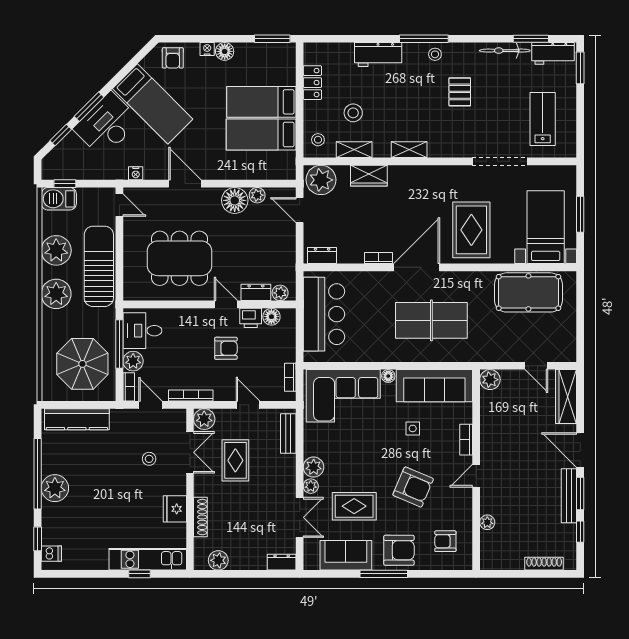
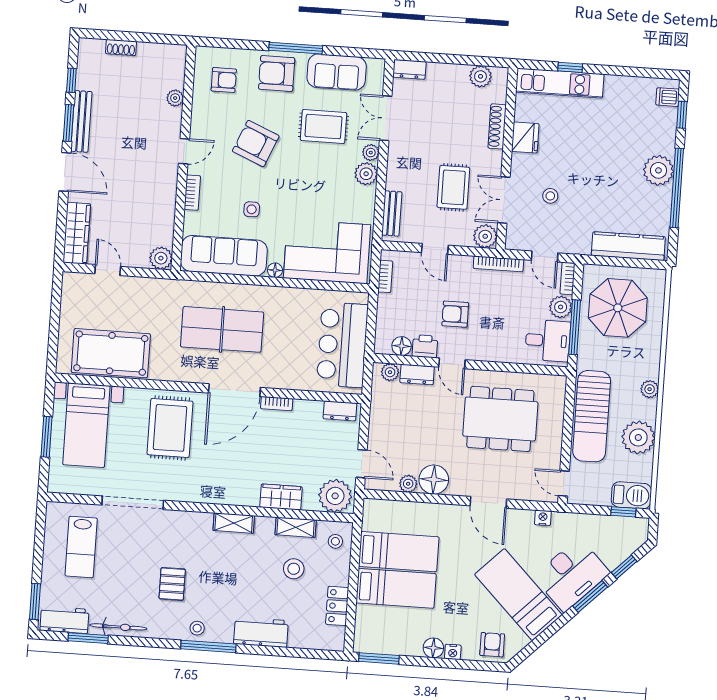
plant: (56, 294) -> (650, 389), width x0.53, depth x0.53
shoe rack: (544, 564) -> (121, 47), width x0.70

